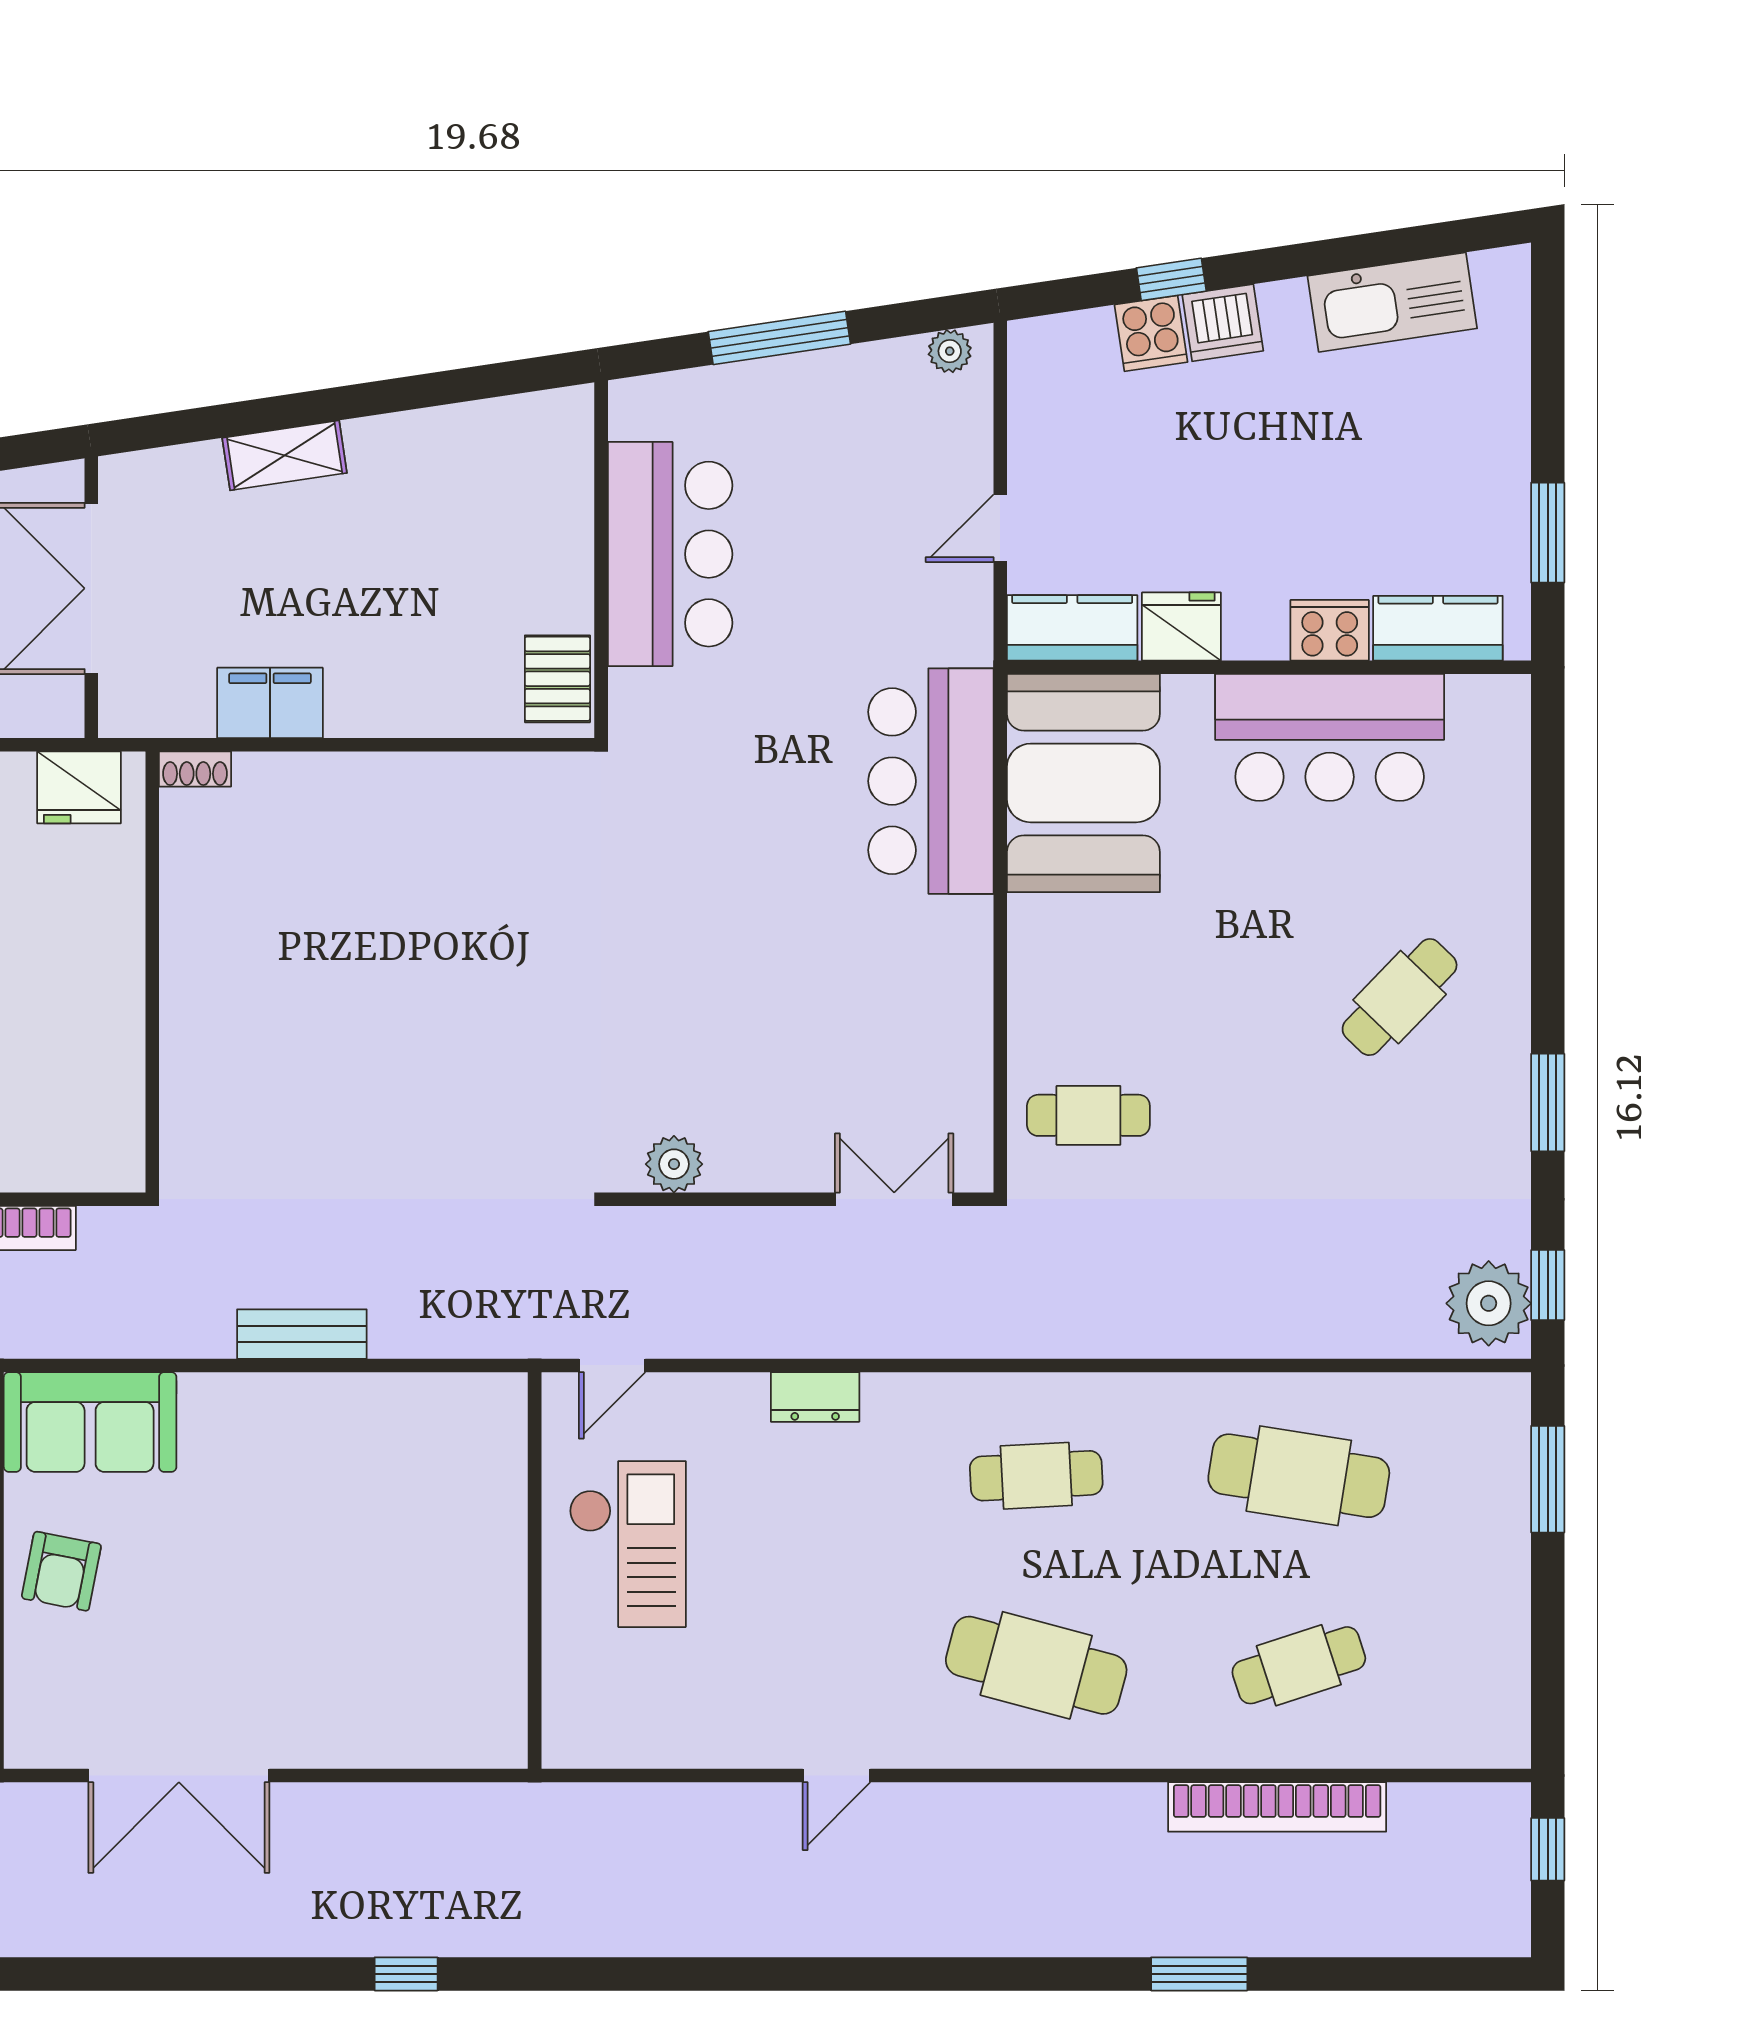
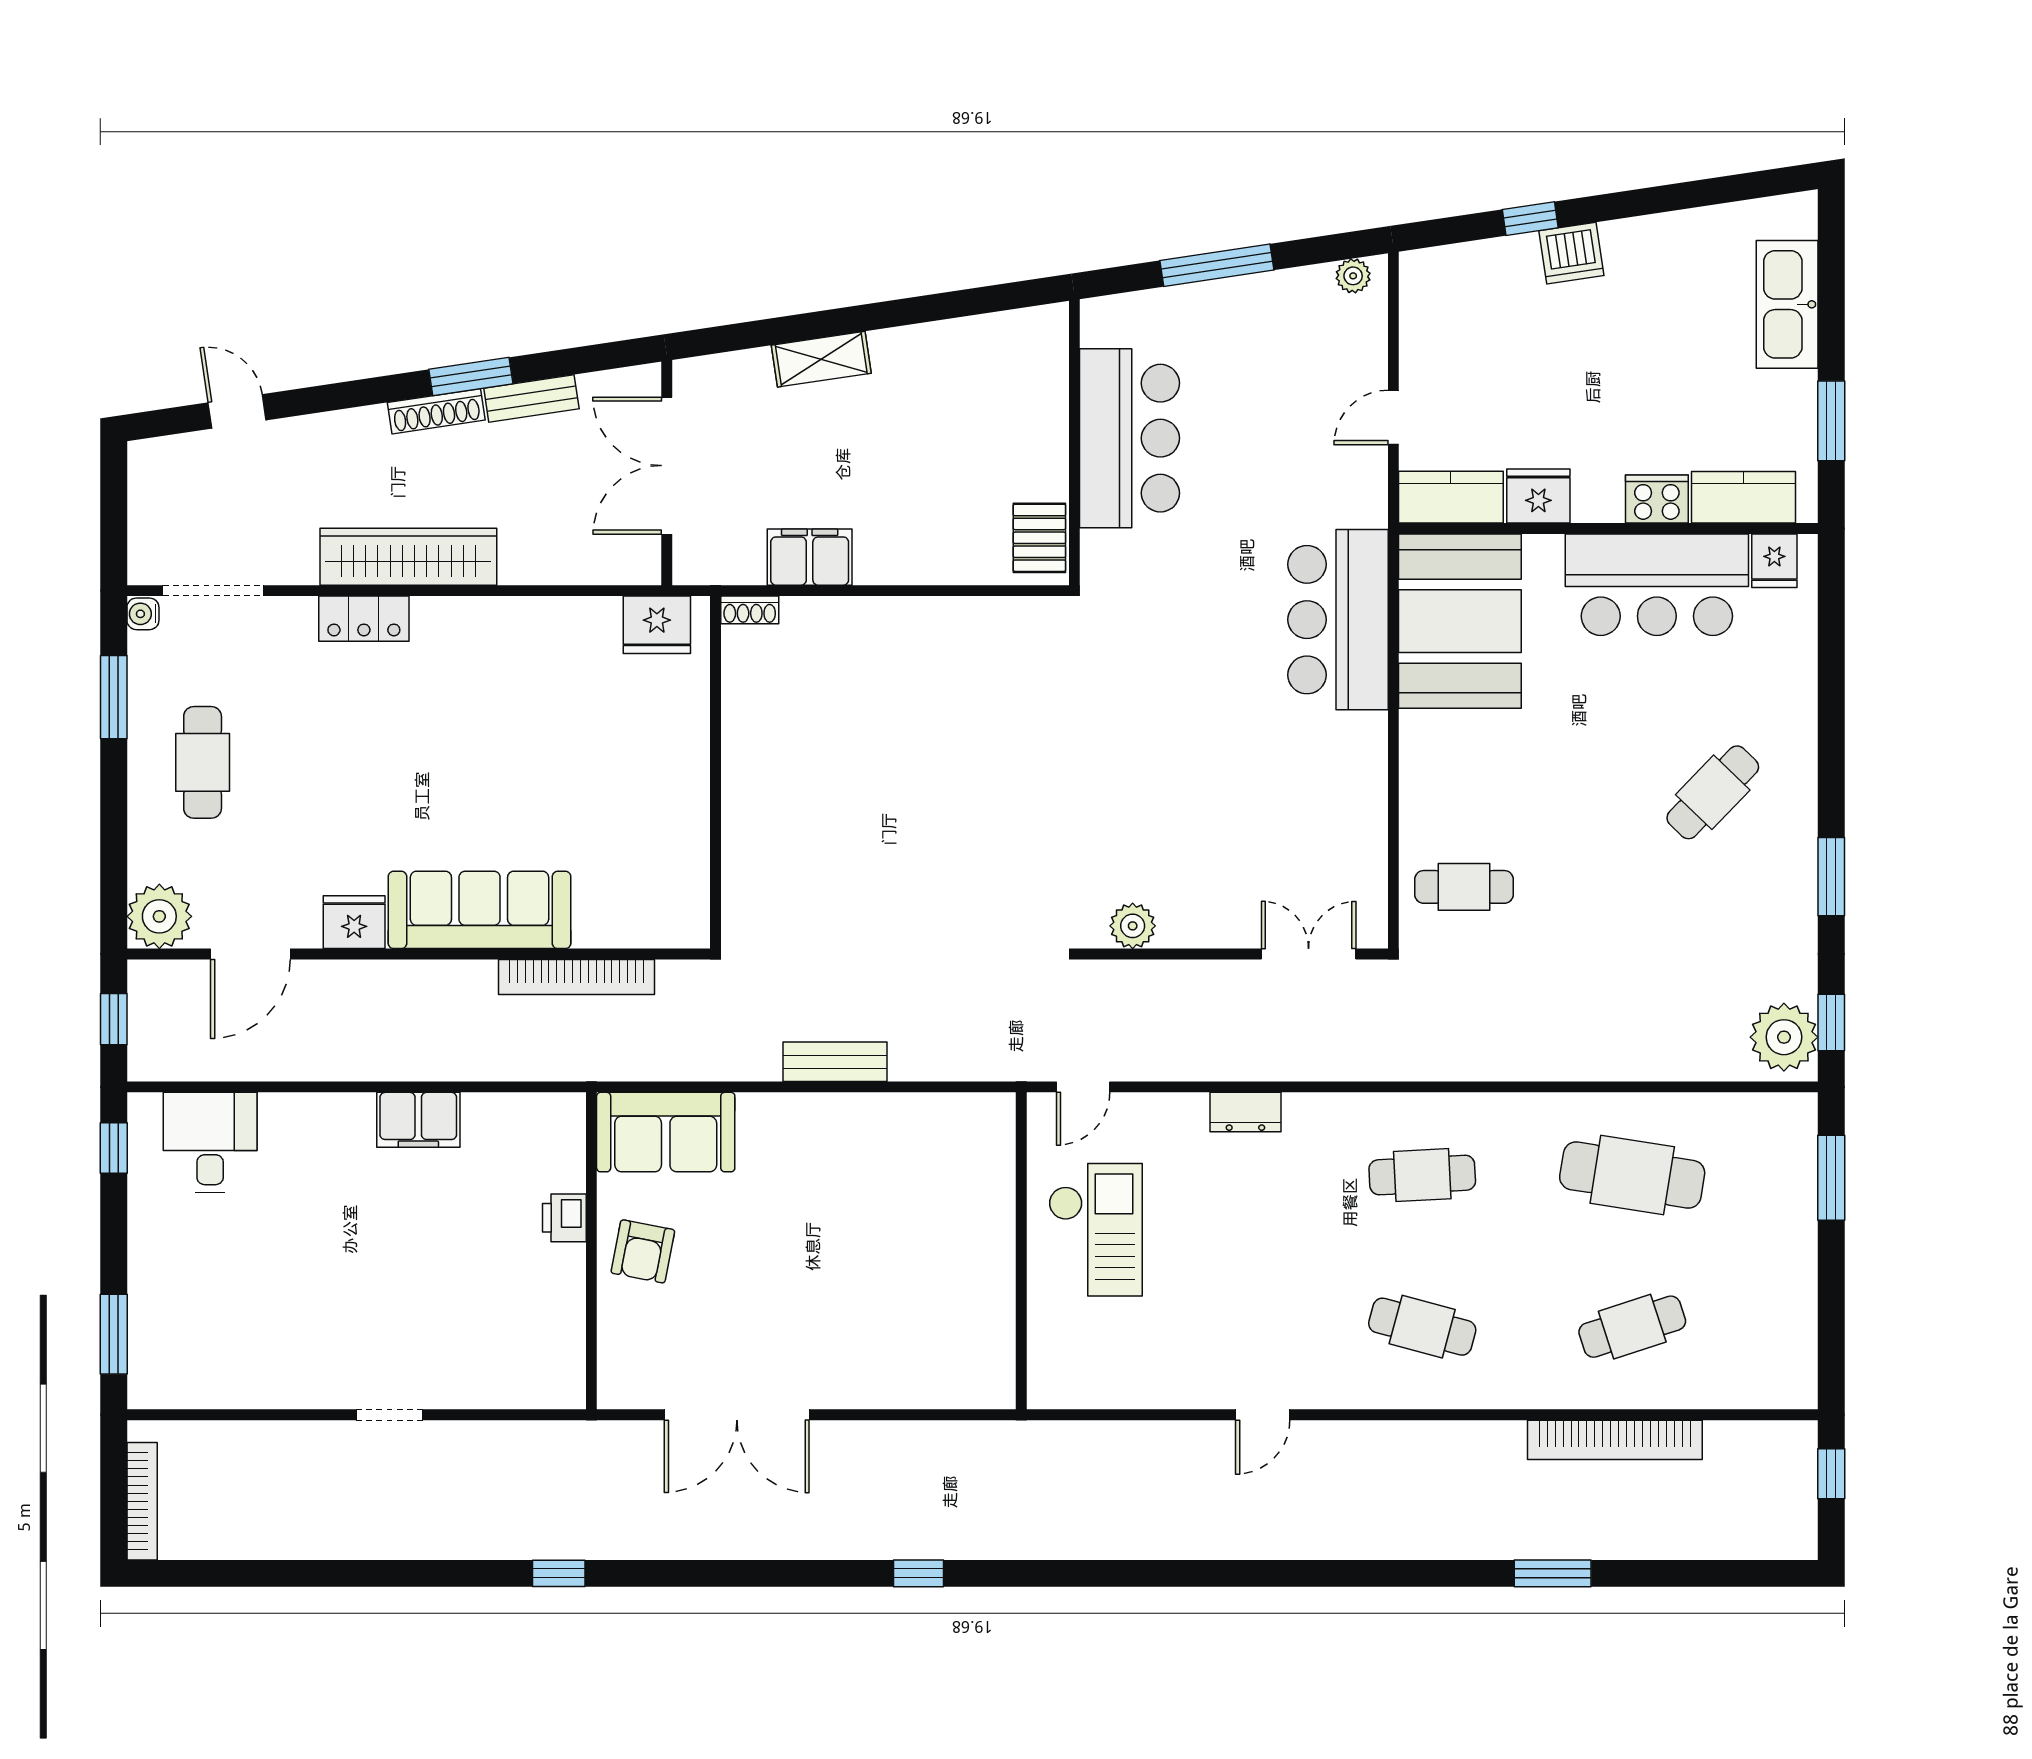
kitchen sink: (1392, 302) -> (1787, 304), moved, turned 98
cooker: (1151, 333) -> (1514, 262), removed
fridge: (1477, 707) -> (1774, 561), added
cafe table: (1036, 1665) -> (1422, 1327), width x0.73, depth x0.74

